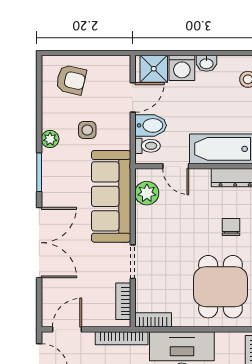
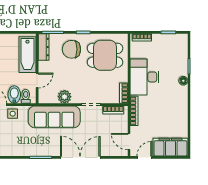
side table: (87, 130) -> (13, 114), moved
plant: (50, 139) -> (22, 151), removed
plant: (147, 193) -> (65, 97), moved
chair: (231, 227) -> (71, 49), width x1.87, depth x1.87

